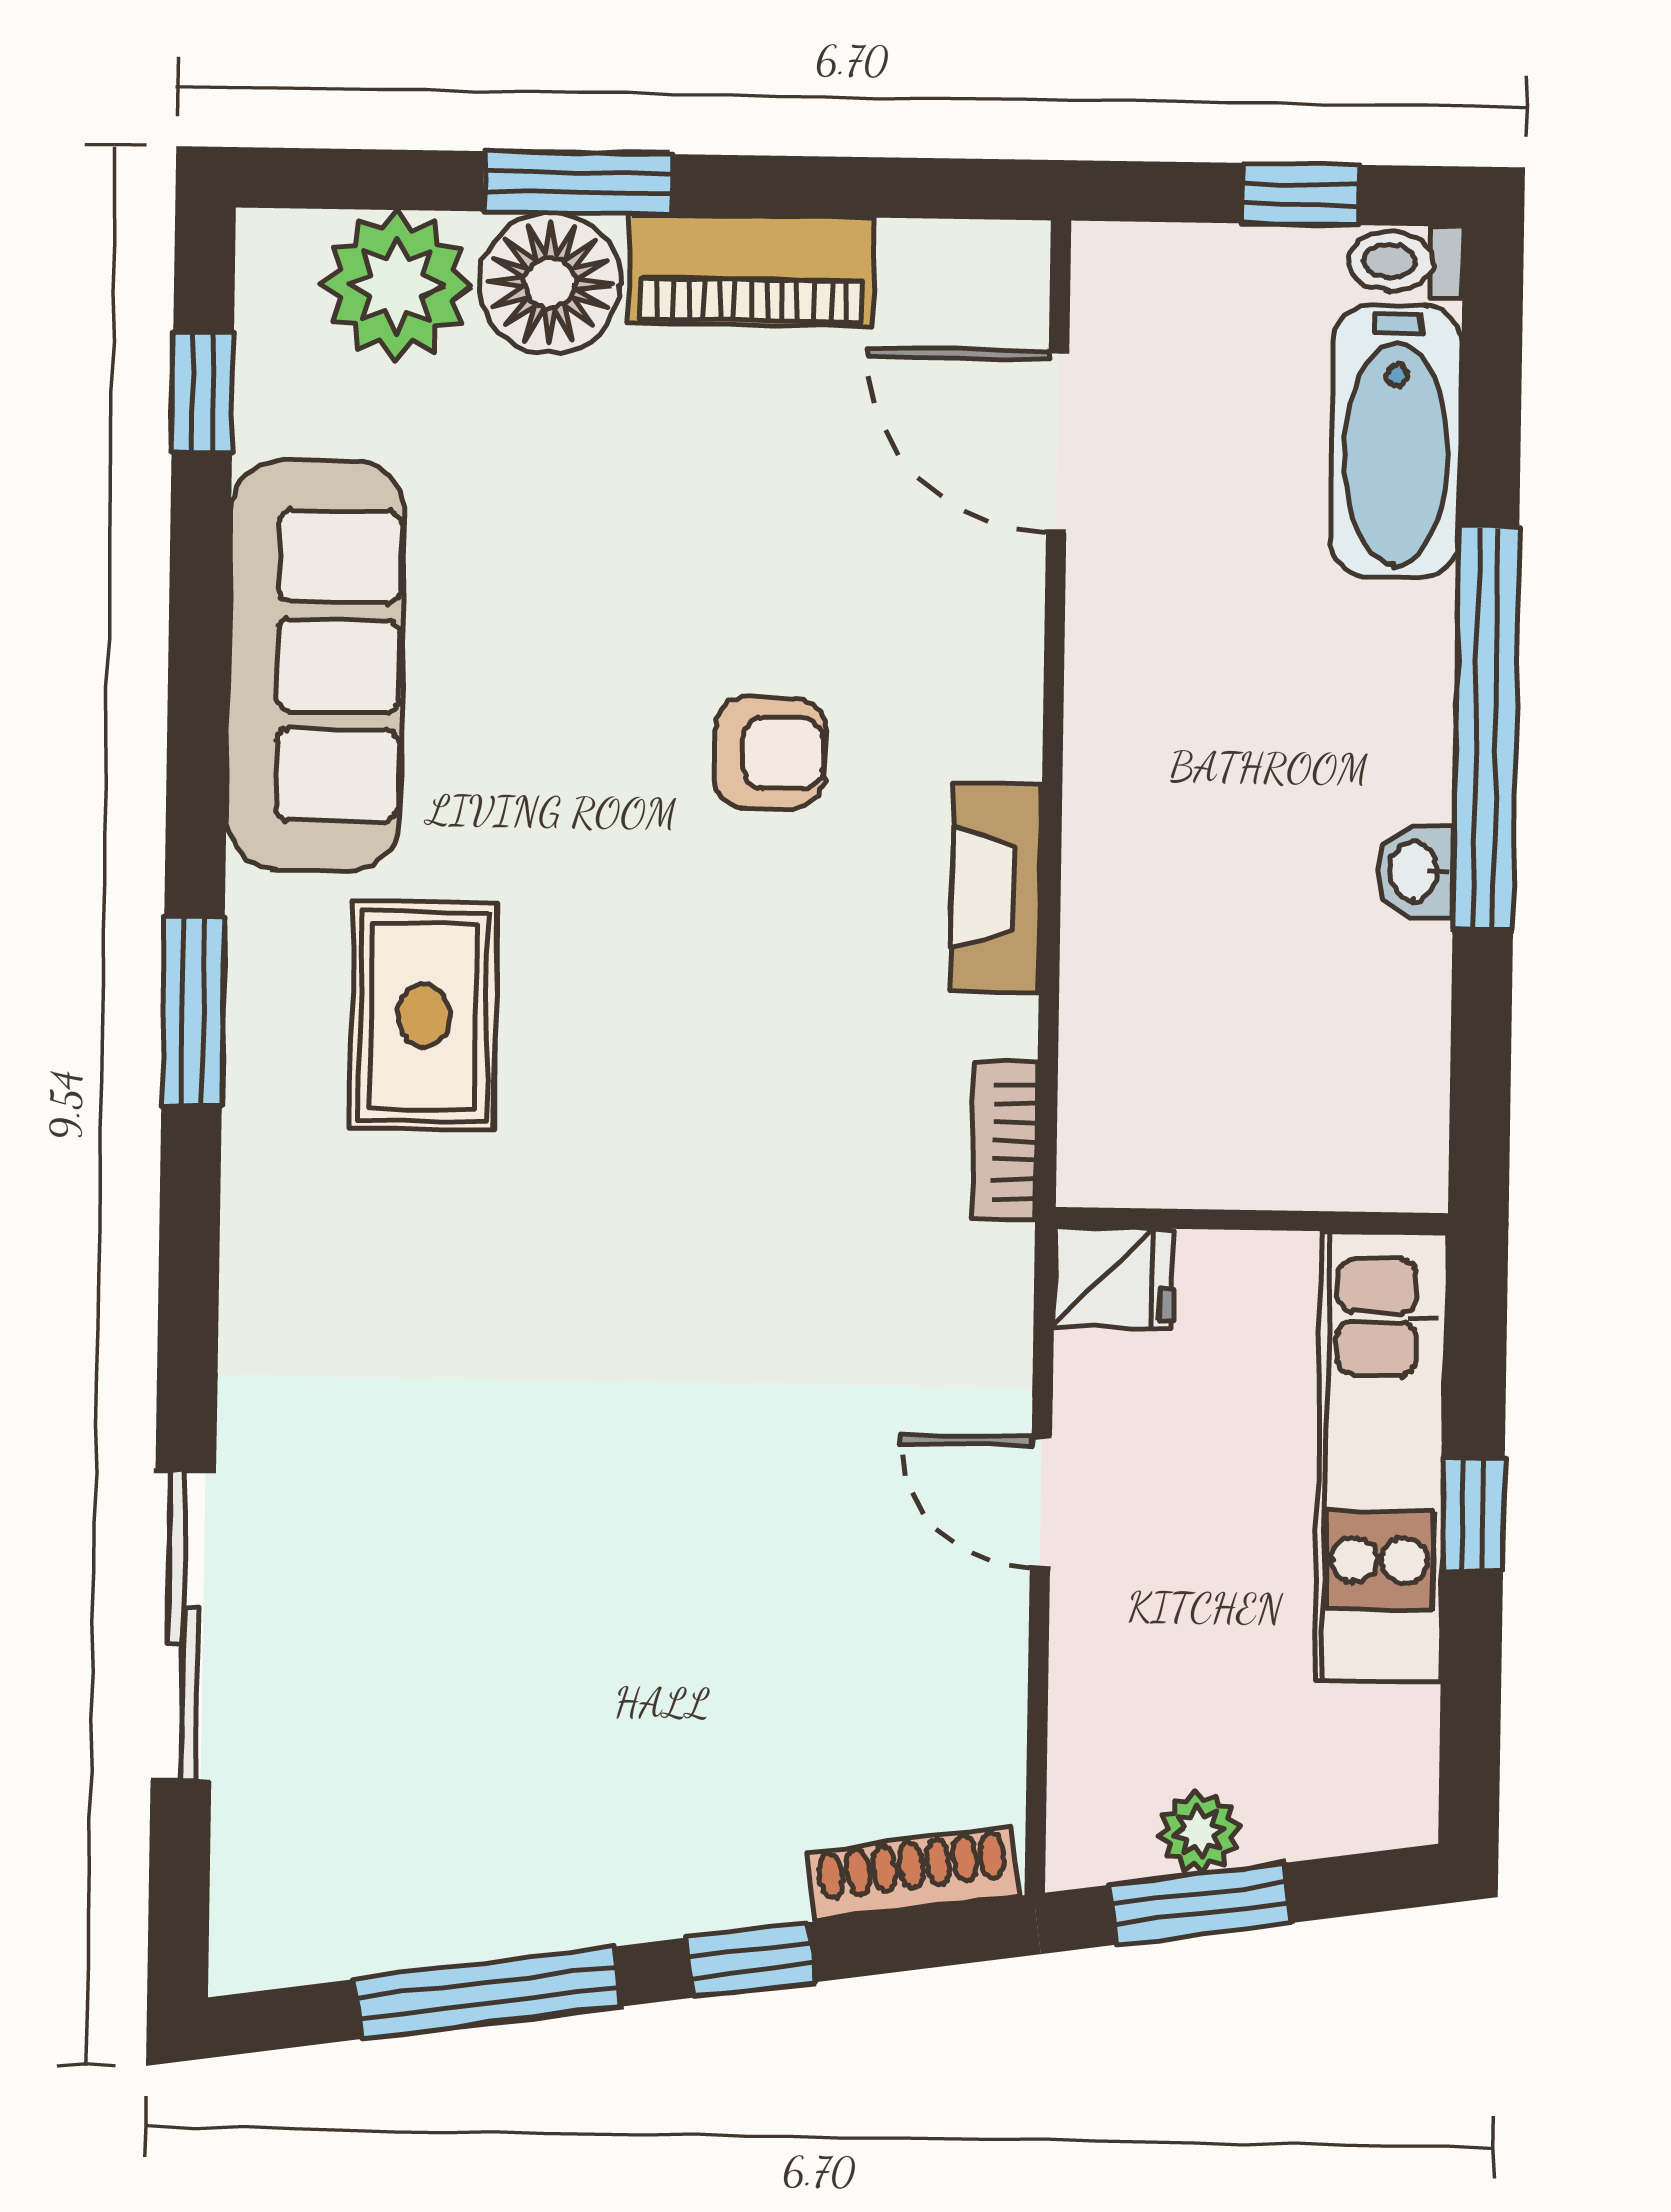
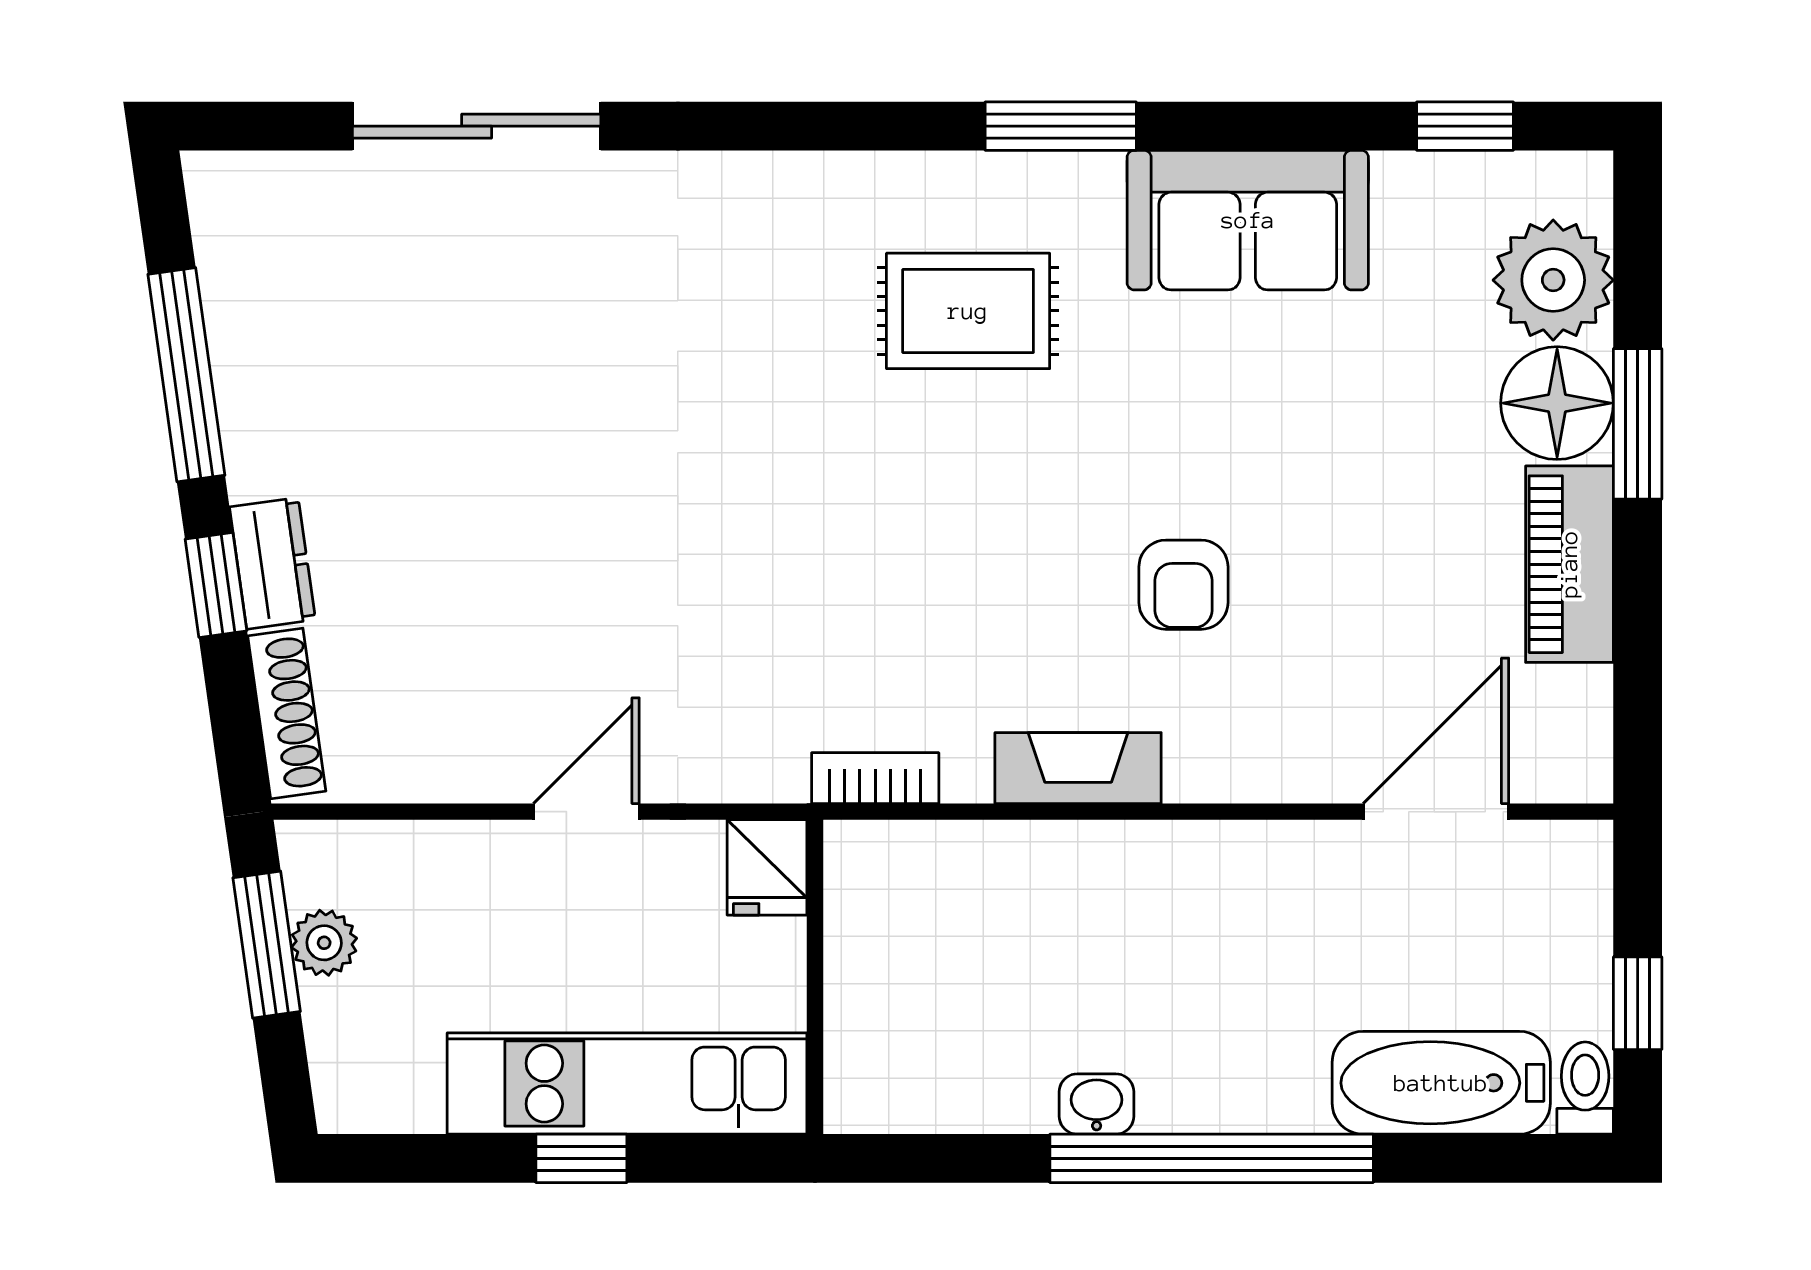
sofa: (316, 665) -> (1248, 220), width x0.73
window: (193, 1011) -> (1061, 126), moved
dresser: (725, 1889) -> (272, 563), added

